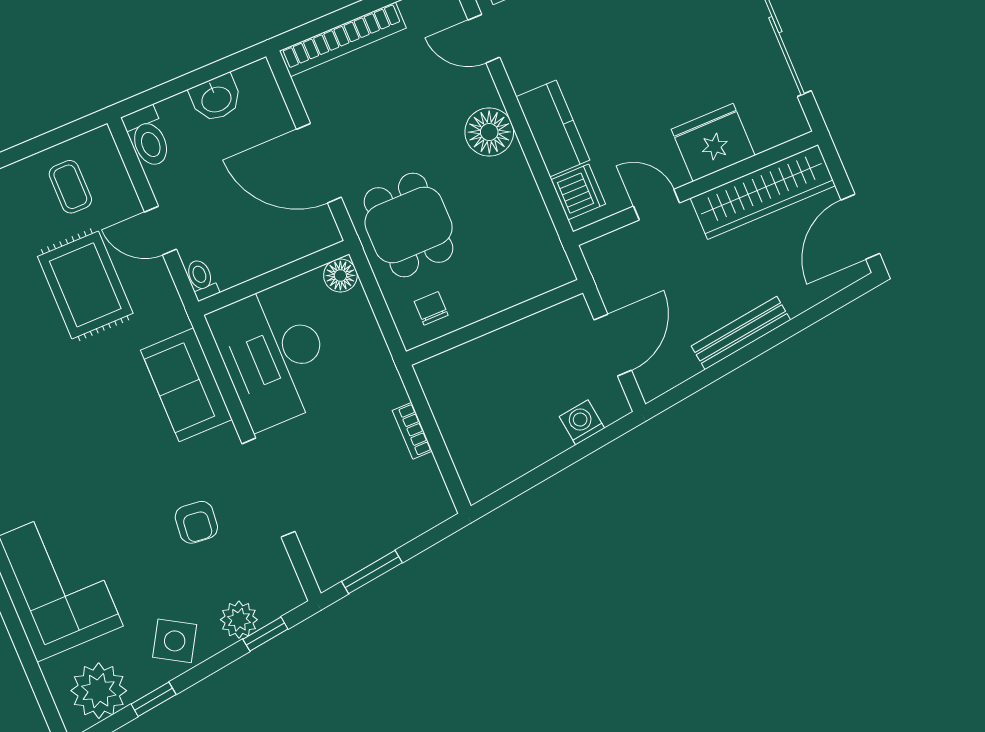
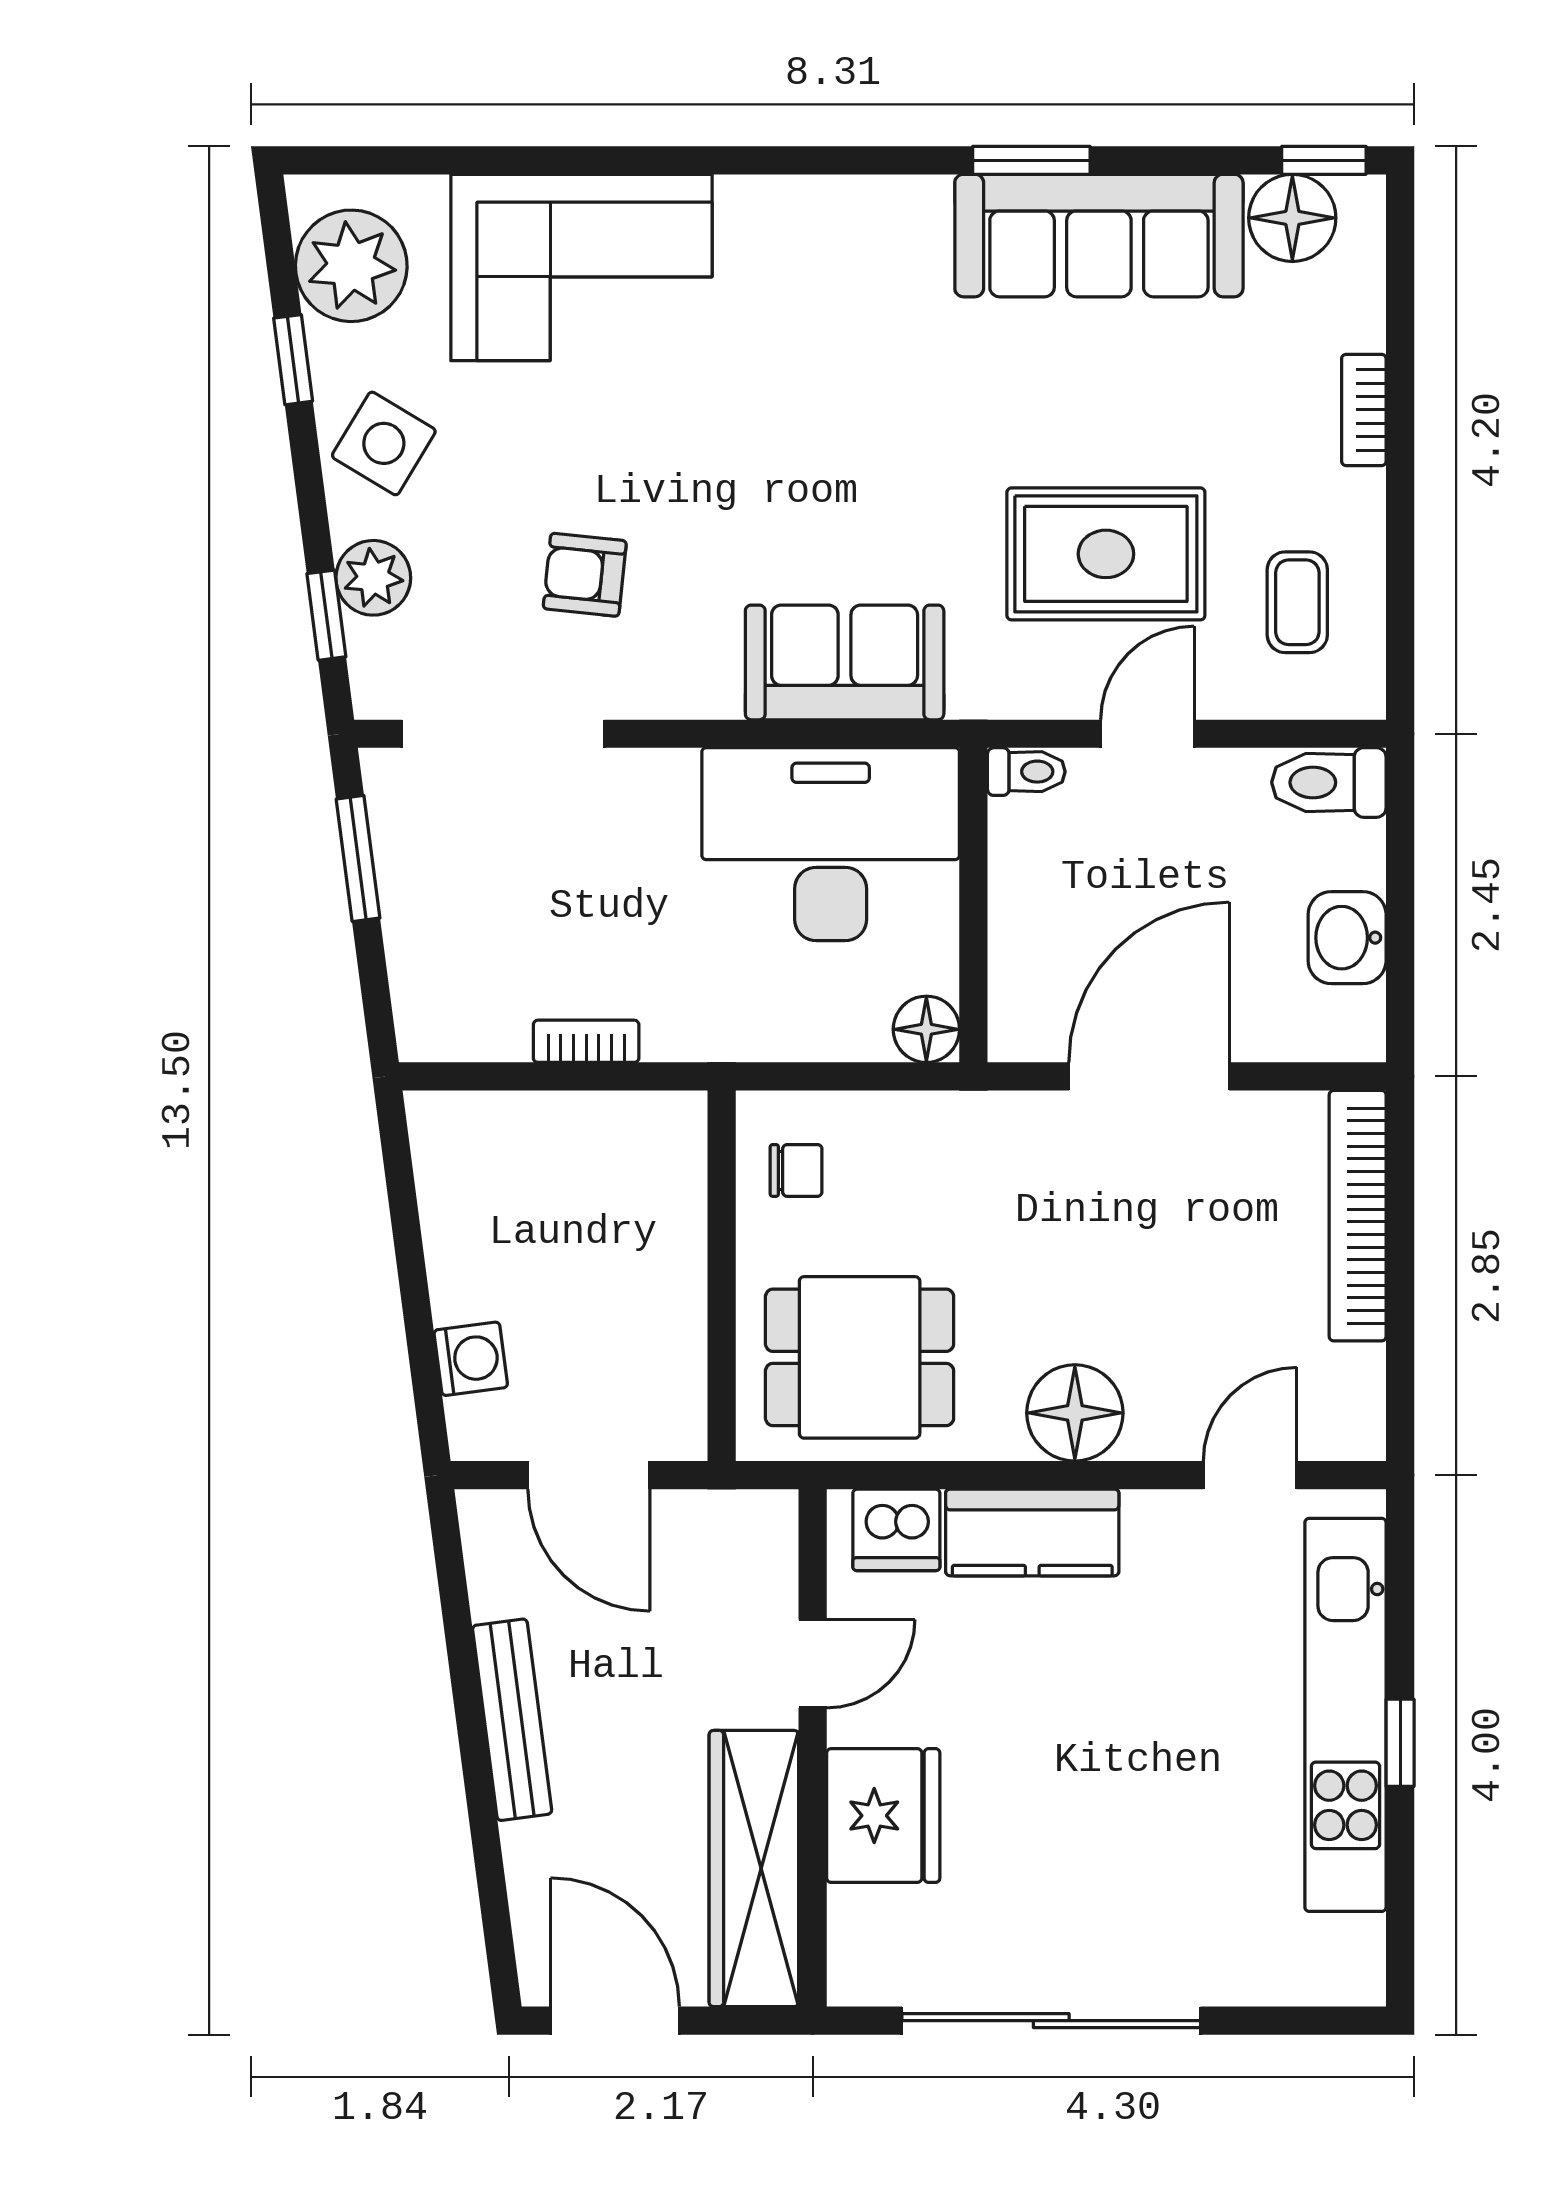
coffee table: (70, 187) -> (1297, 602), turned 90
dining table: (409, 225) -> (860, 1357), moved
doorway: (268, 488) -> (503, 734), moved

